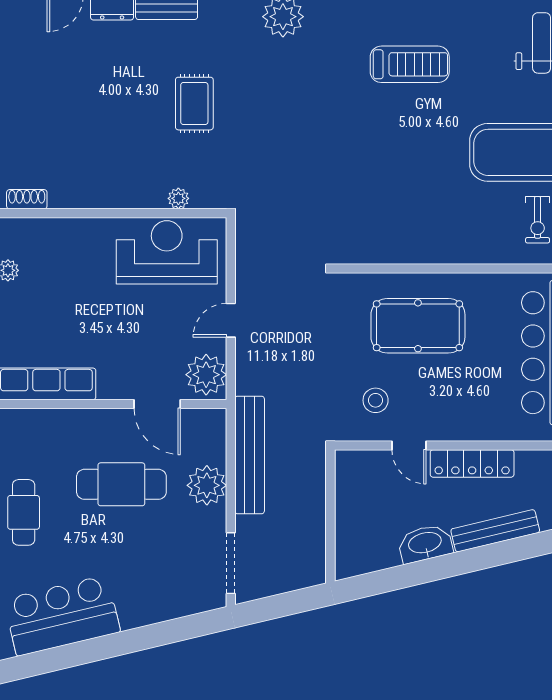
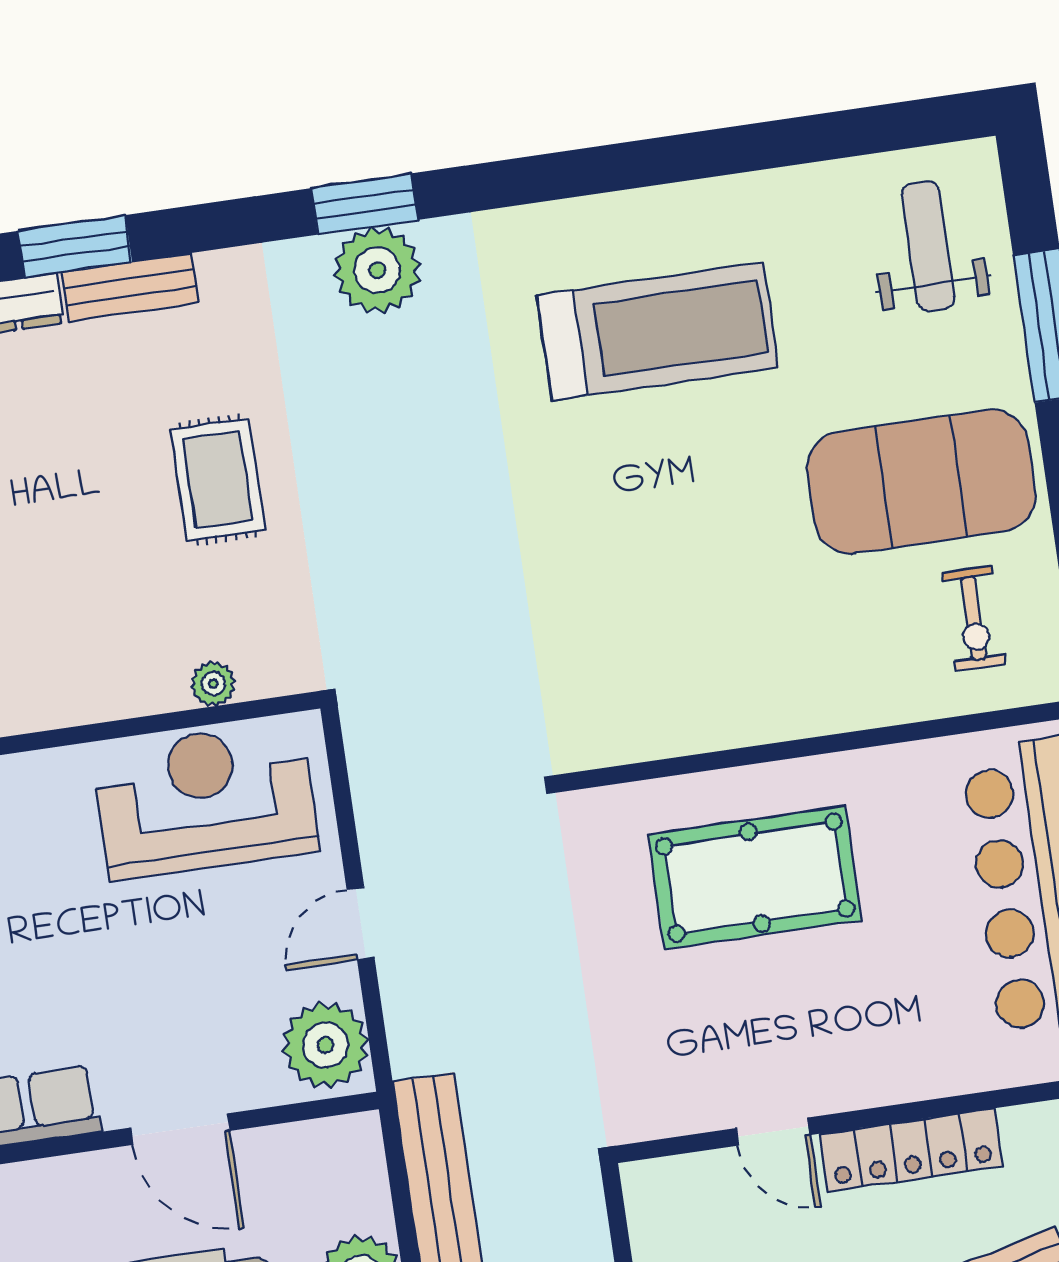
treadmill: (410, 64) -> (658, 331), width x1.37, depth x1.38
stool: (376, 400) -> (689, 1047), removed
door: (157, 404) -> (180, 1129), moved

